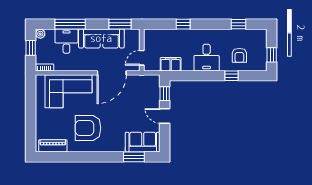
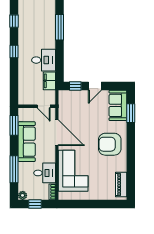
window: (183, 24) -> (14, 52), moved
desk: (66, 41) -> (45, 173), moved, turned 180
armchair: (239, 55) -> (42, 20), removed
desk: (207, 58) -> (44, 60), moved
window: (231, 76) -> (60, 27), width x2.17
armchair: (88, 128) -> (110, 144), moved, turned 90

